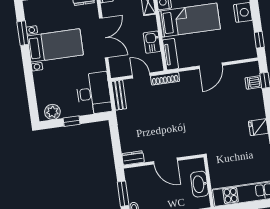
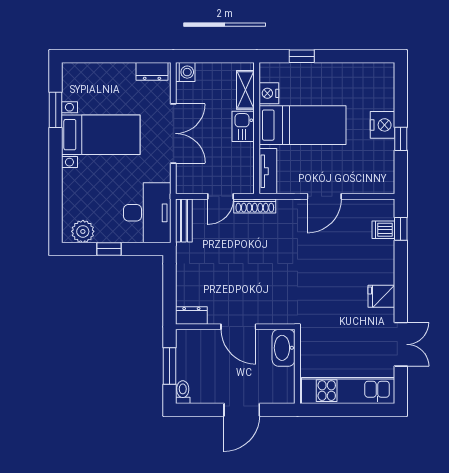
window: (259, 40) -> (401, 139), moved
kitchen sink: (152, 42) -> (243, 126), moved
door: (141, 76) -> (220, 196), swing flipped
washbasin: (200, 184) -> (284, 348), moved

